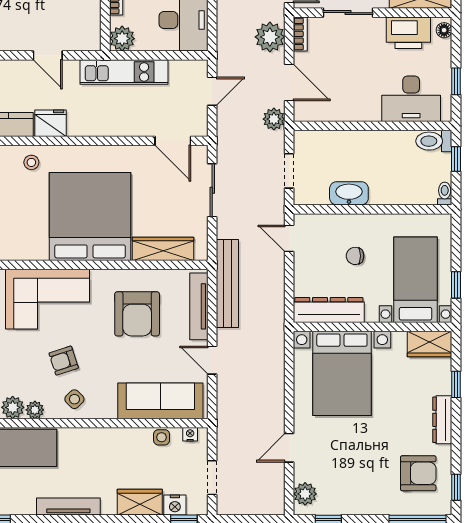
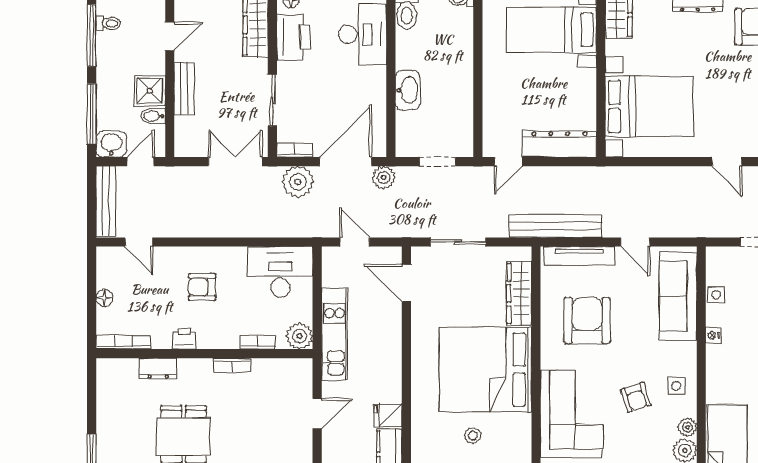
door: (289, 83) -> (345, 162), width x1.36
fridge: (51, 123) -> (388, 415), width x0.72
door: (173, 141) -> (406, 283), swing flipped
stool: (31, 162) -> (473, 436), moved
washbasin: (349, 193) -> (408, 90), moved, turned 180
chair: (355, 256) -> (527, 93), removed
dresser: (329, 310) -> (559, 144), moved, turned 90
armchair: (137, 314) -> (587, 320), turned -90
door: (212, 360) -> (635, 242), hinge flipped
side table: (74, 399) -> (676, 386), turned 45
nightstand: (190, 434) -> (713, 335), moved

